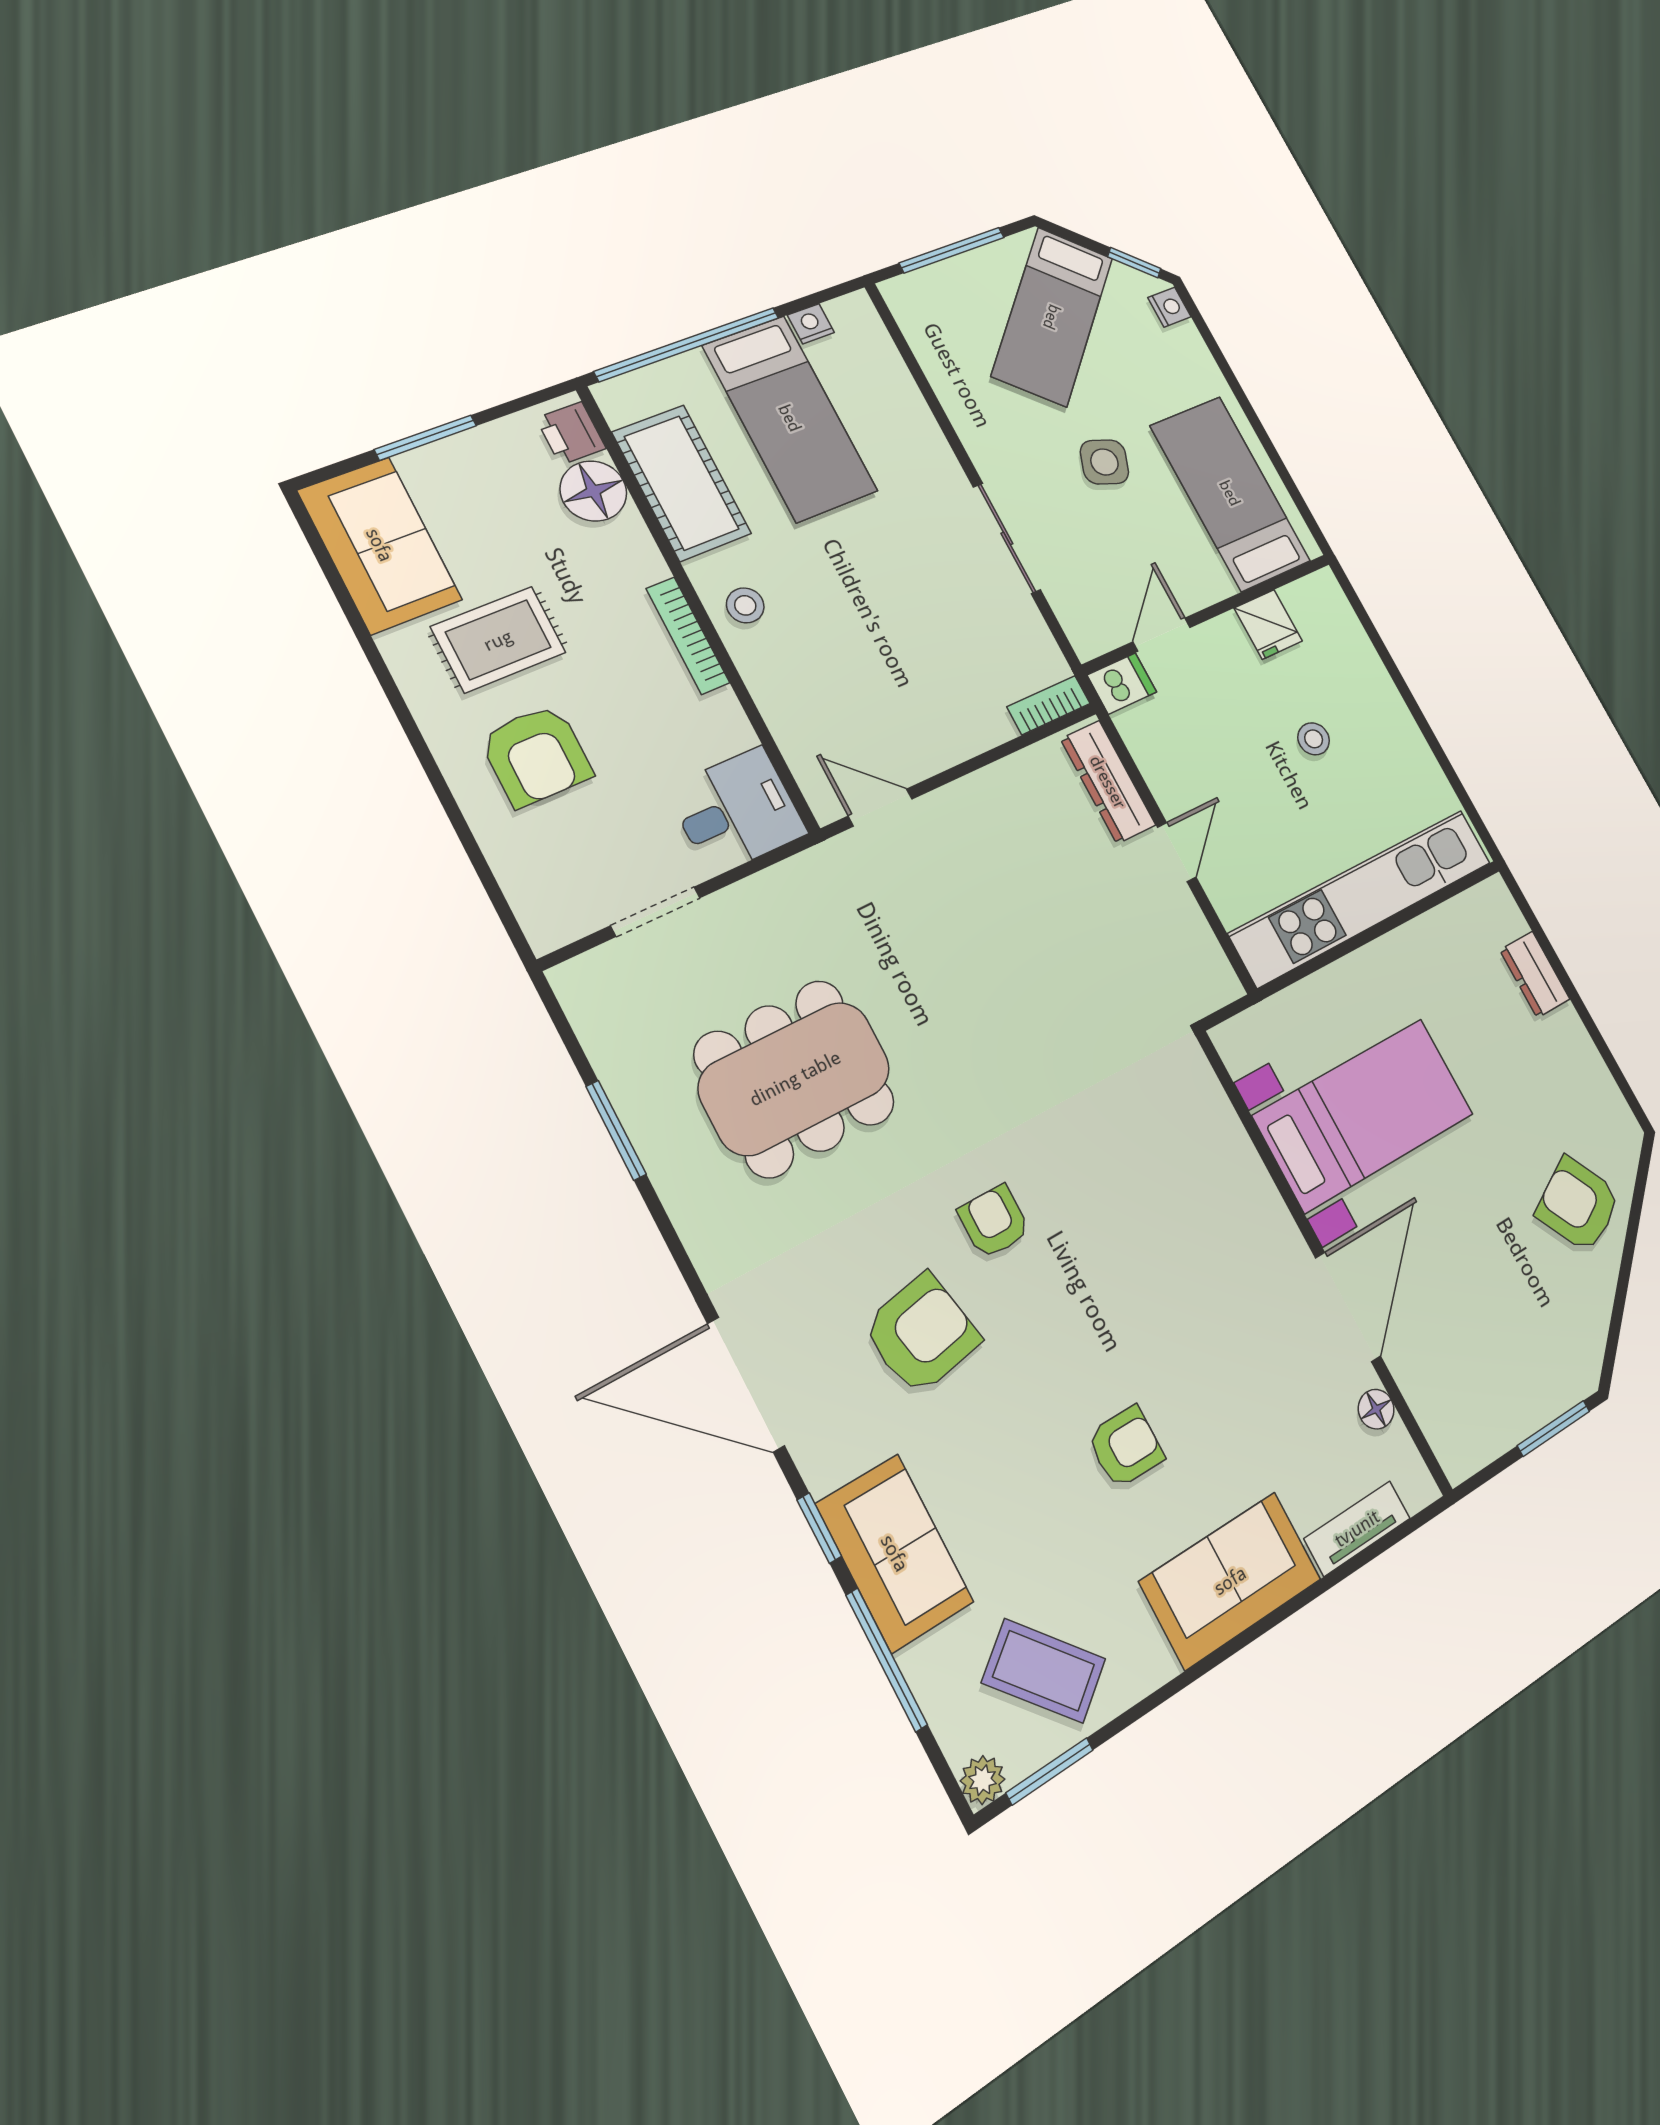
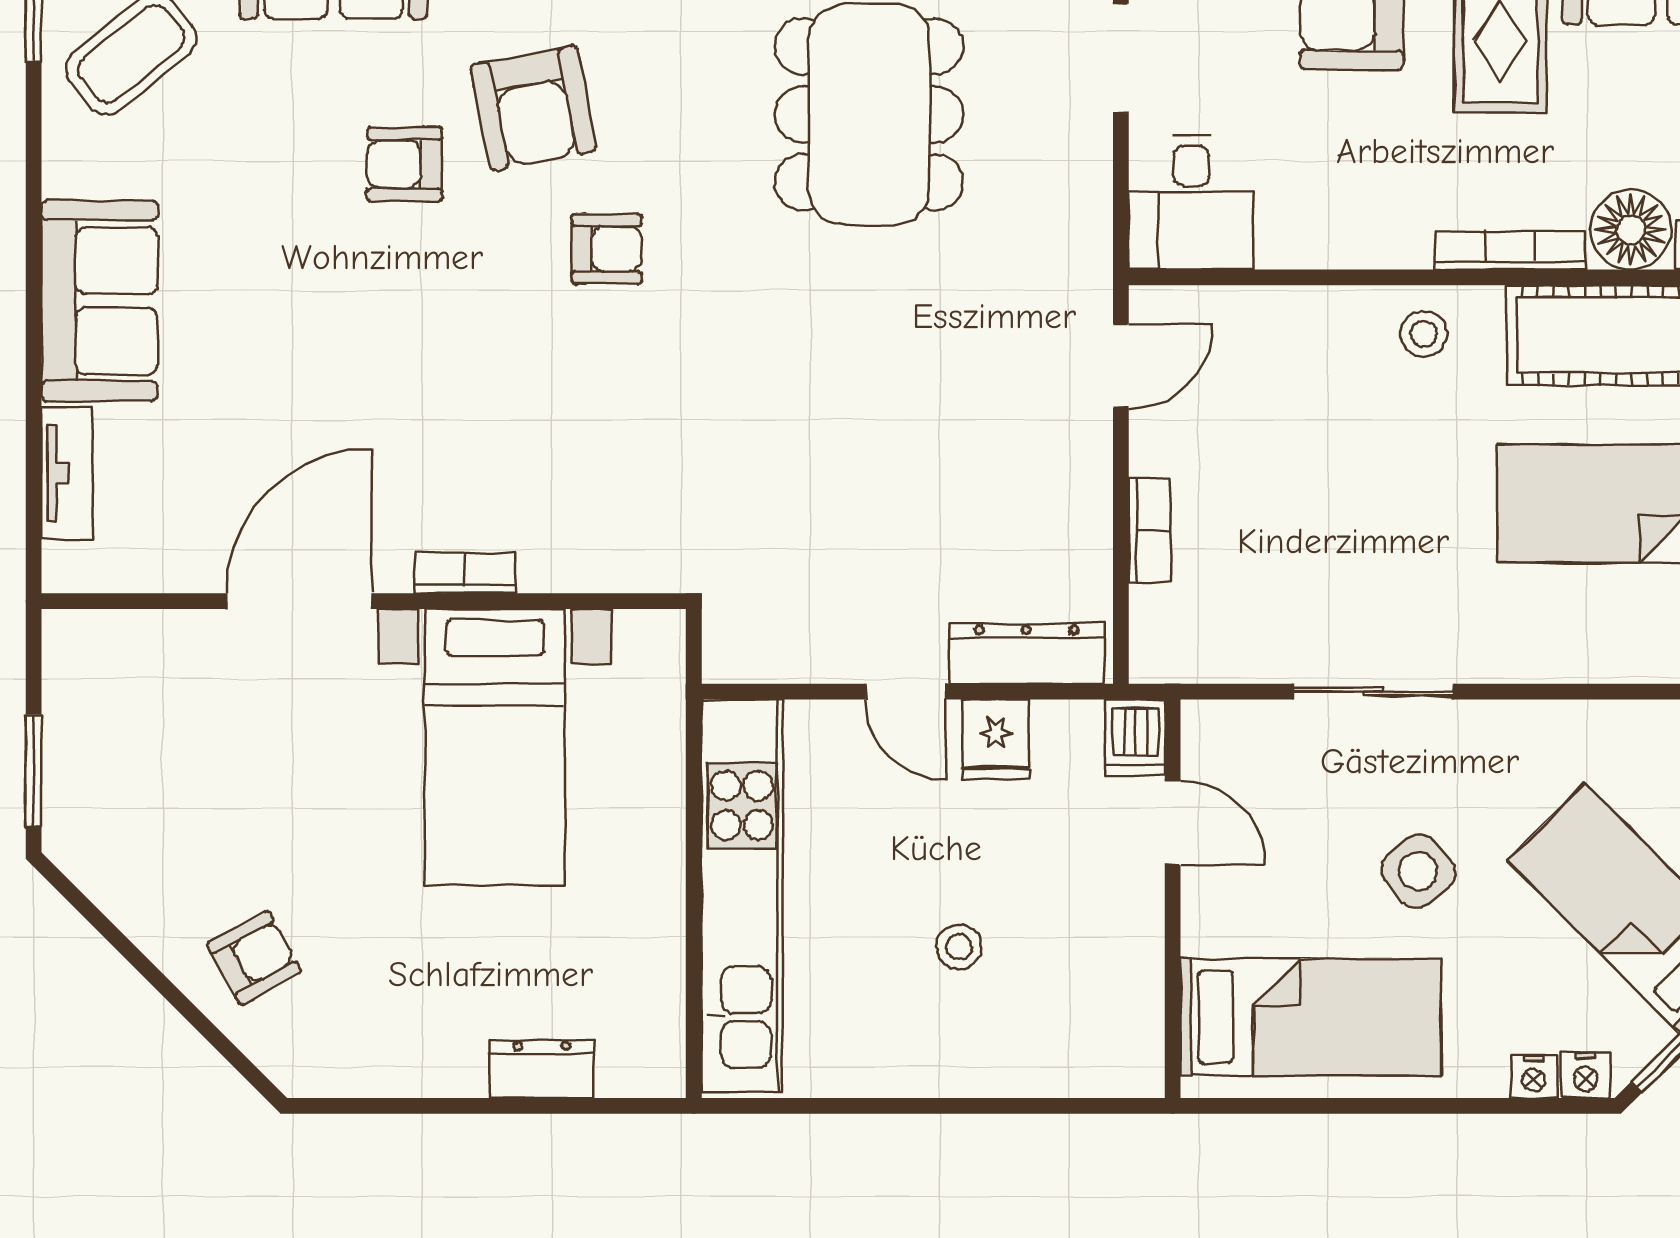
nightstand: (1188, 339) -> (1534, 1077), added
side table: (1104, 462) -> (1418, 871), turned 30
fridge: (1268, 625) -> (996, 739), moved, turned -90
bookcase: (688, 636) -> (1510, 250), moved
bookcase: (1049, 705) -> (1150, 530), moved
bookcase: (1267, 1199) -> (465, 573), added
armchair: (1578, 1205) -> (254, 958), width x0.72, depth x0.72
door: (1348, 1307) -> (299, 601), swing flipped
floor lamp: (1376, 1409) -> (174, 569), removed
armchair: (1126, 1447) -> (404, 164), moved, turned 90

